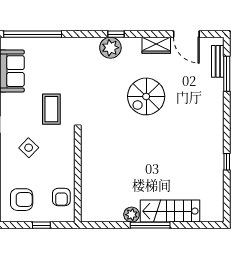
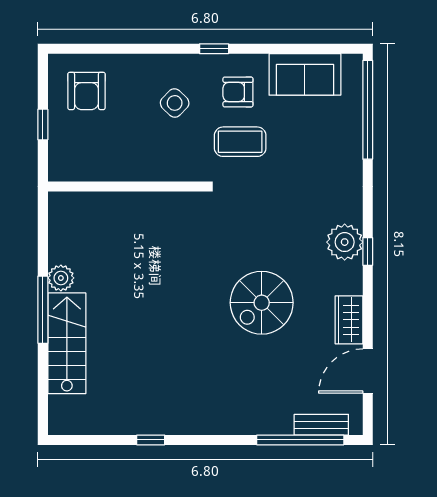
window: (227, 74) -> (300, 440), width x1.46
spiral stairs: (146, 96) -> (262, 303), turned -90
armchair: (61, 197) -> (238, 92), moved

